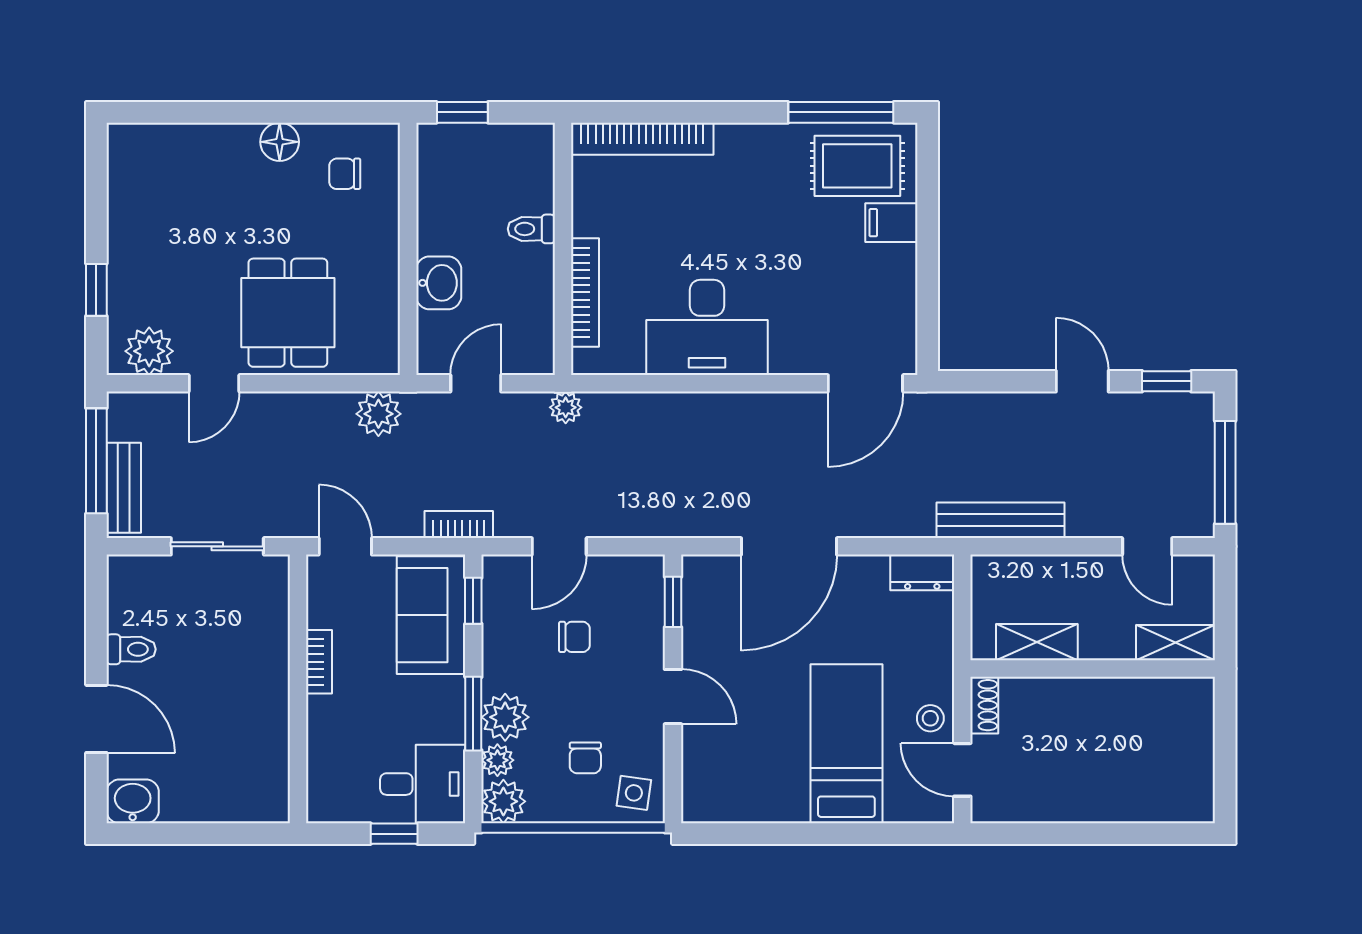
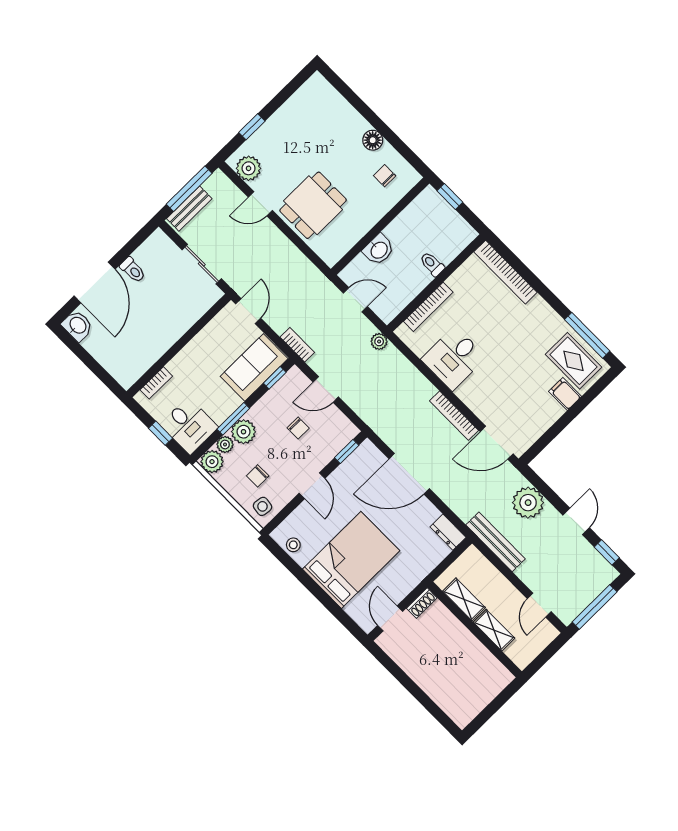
desk: (707, 327) -> (454, 358), width x0.73
bookcase: (770, 405) -> (454, 416), added
plant: (378, 414) -> (528, 503), moved, width x1.36, depth x1.36
shelving: (1176, 643) -> (494, 630), moved
bookcase: (319, 662) -> (156, 383), moved
stool: (930, 718) -> (293, 545), moved
door: (96, 719) -> (95, 282), width x1.36
bed: (846, 744) -> (351, 560), width x1.50

